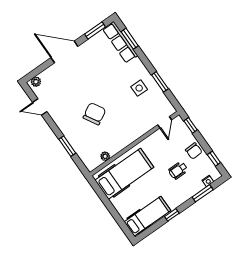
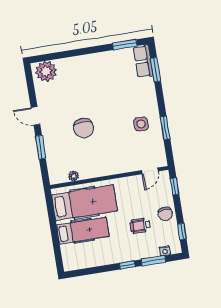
row of seats: (120, 42) -> (143, 61), width x0.68
door: (64, 52) -> (84, 51), removed
plant: (36, 82) -> (46, 71), width x1.88, depth x1.88
door: (40, 107) -> (35, 116), moved
chair: (94, 114) -> (84, 128), turned 120
window: (172, 215) -> (127, 265), moved
hospital bed: (147, 216) -> (83, 231), moved

